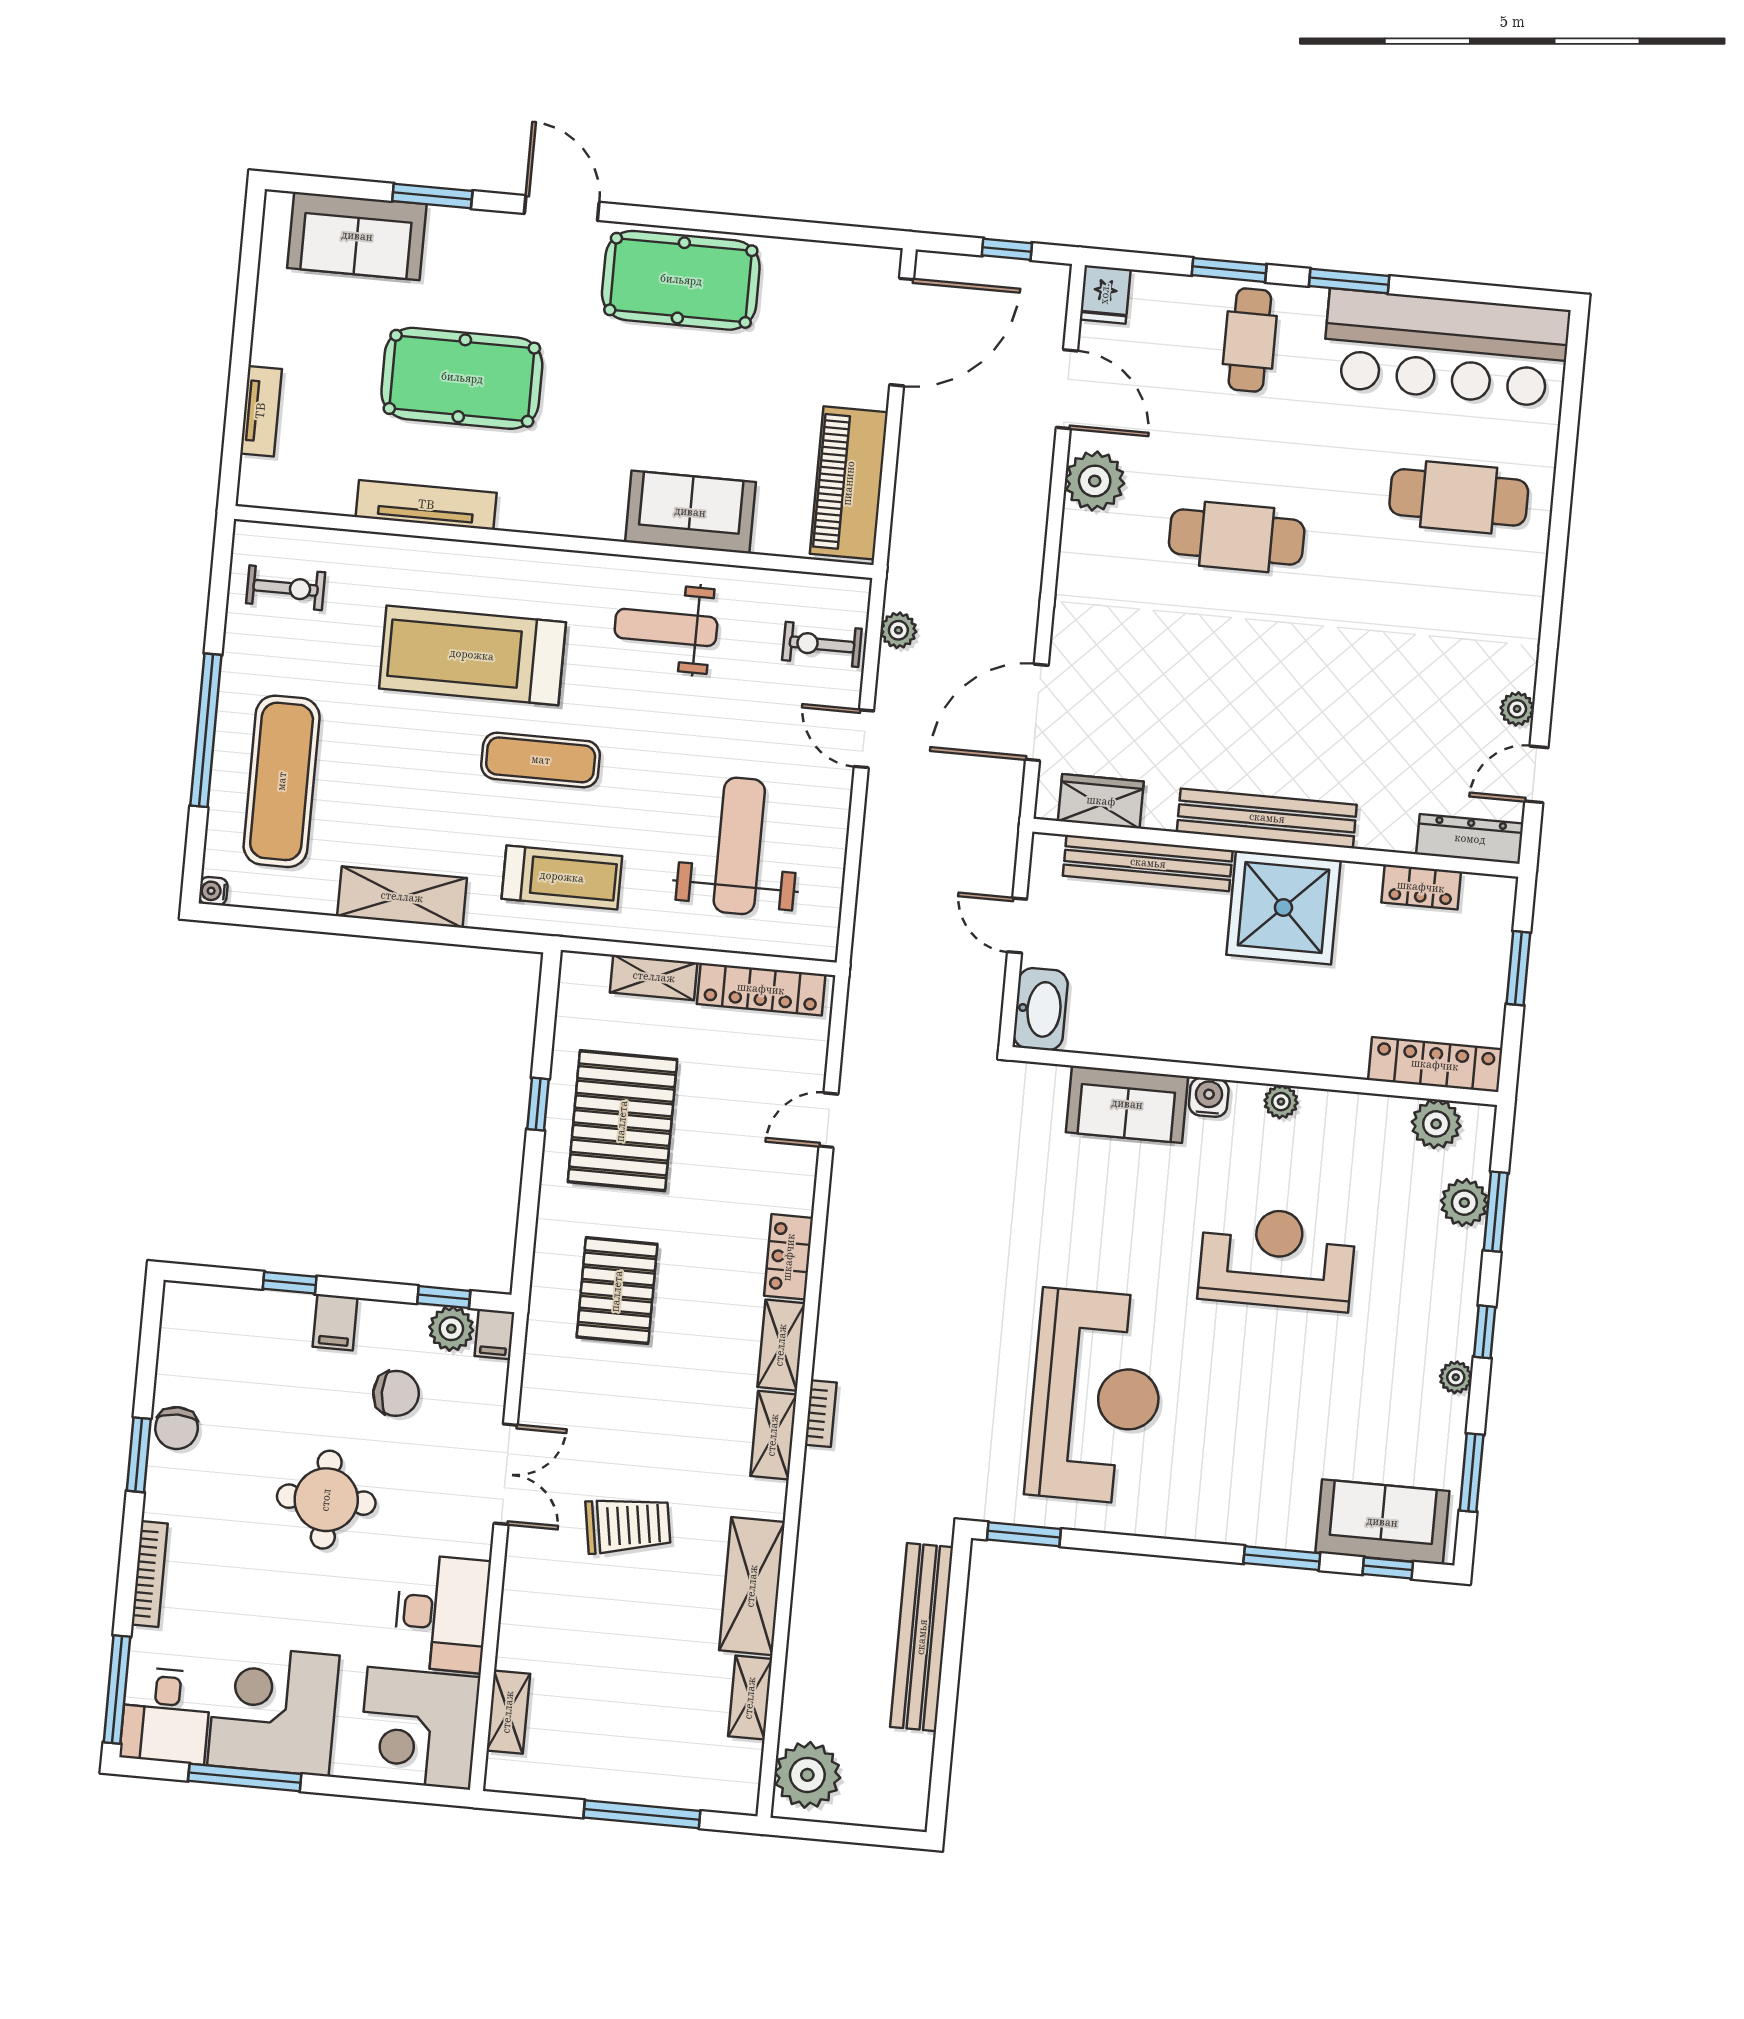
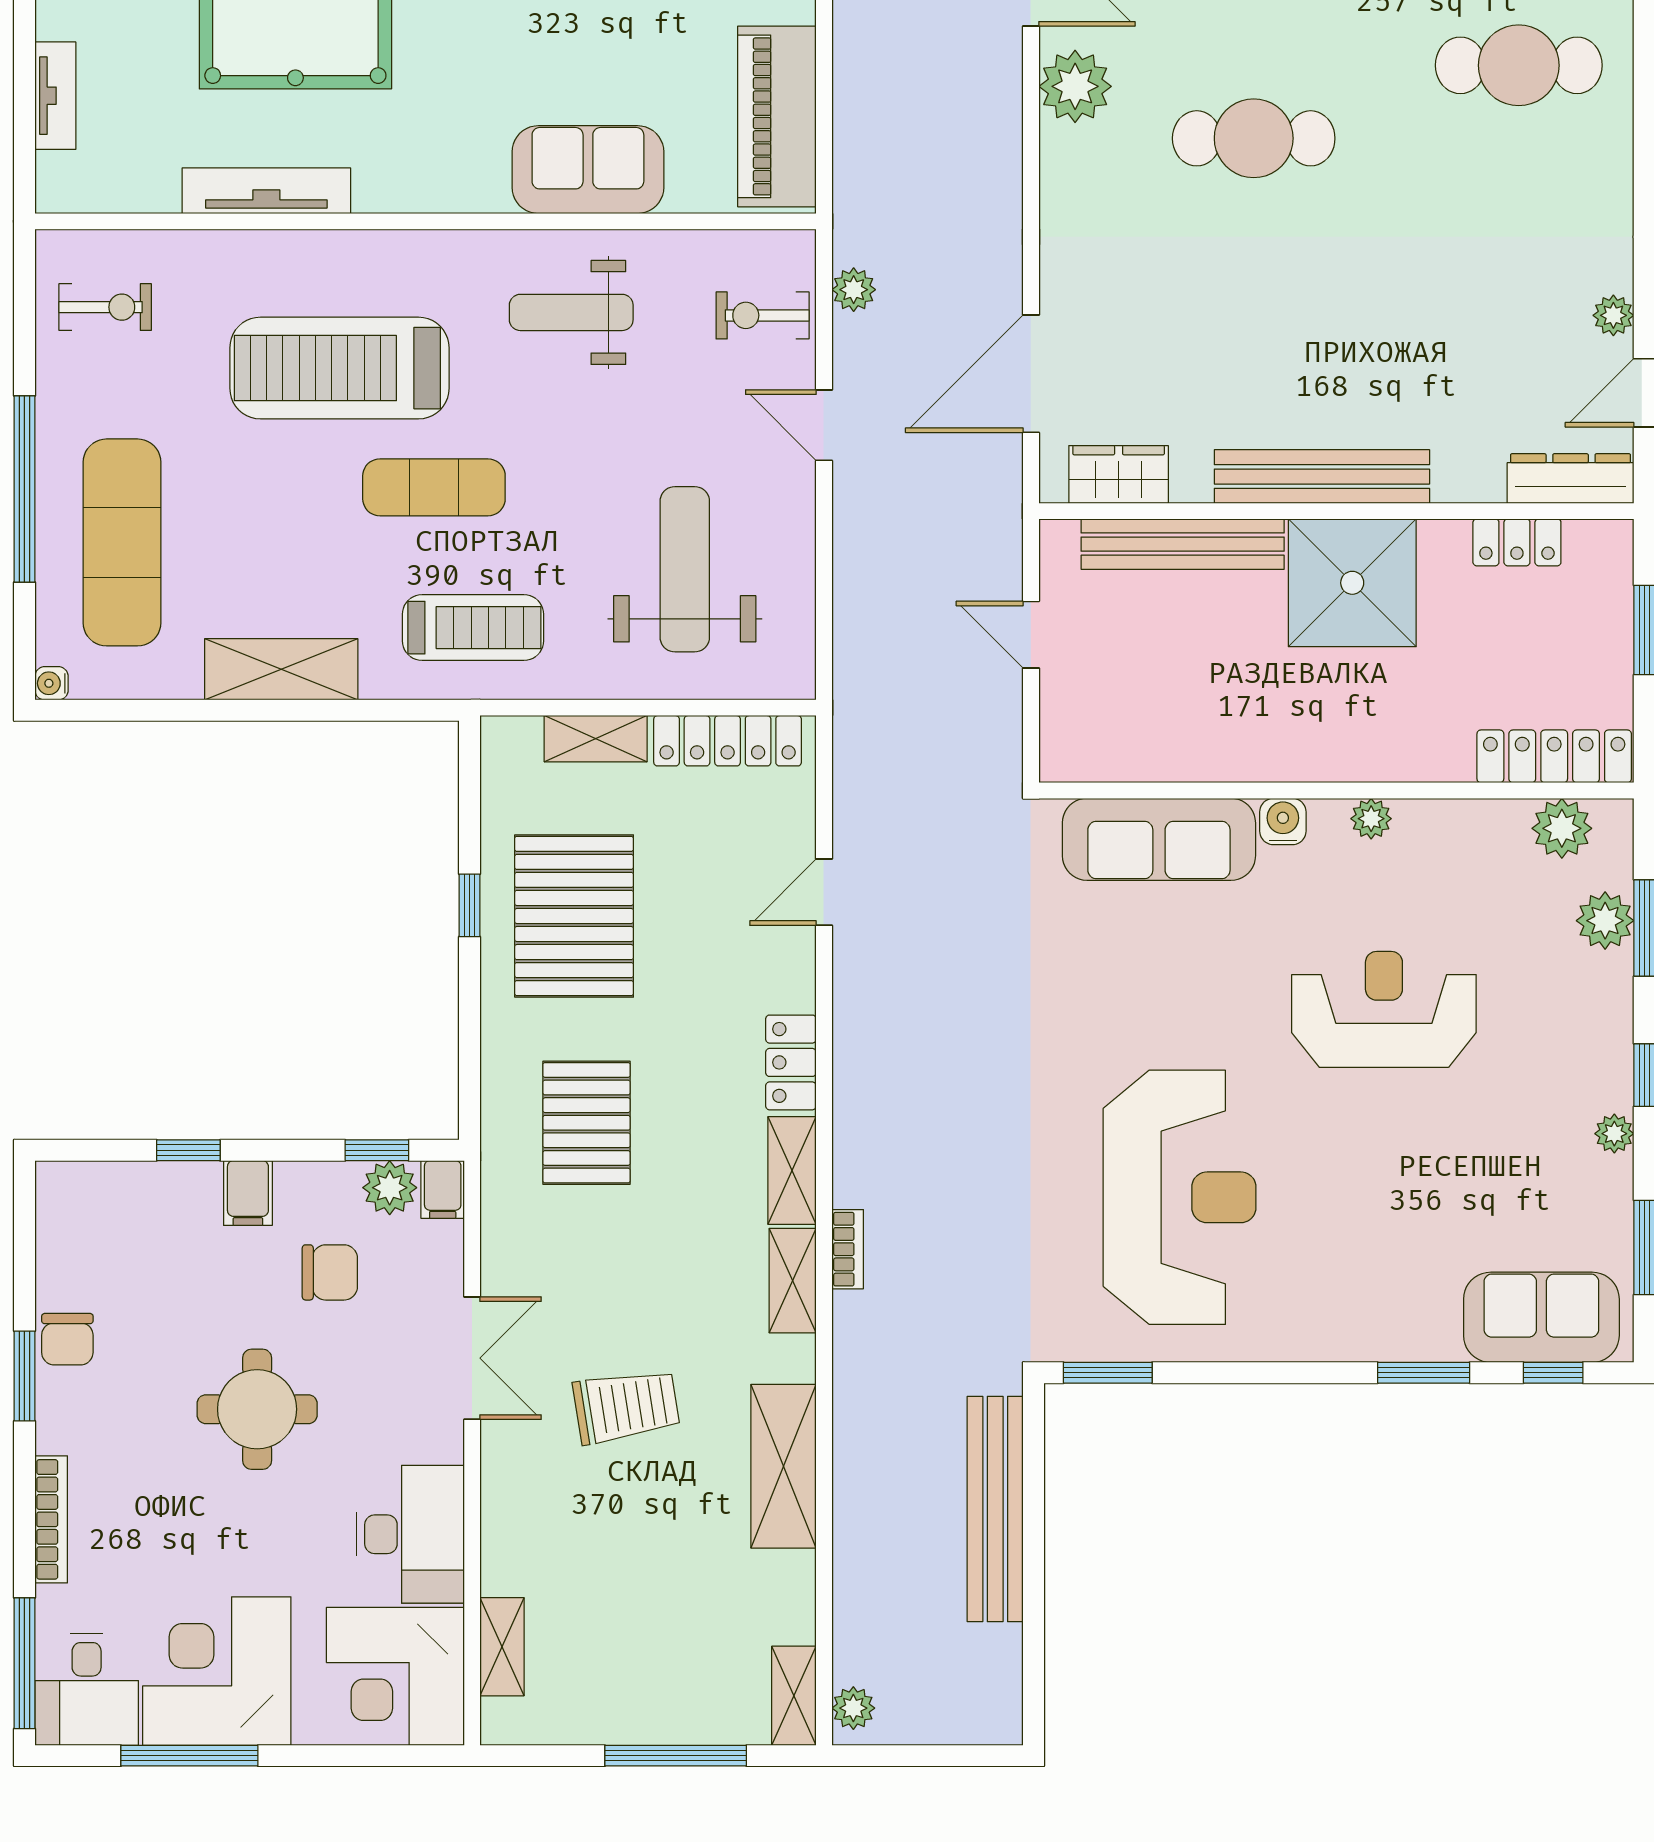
washbasin: (1041, 1009) -> (1069, 734), removed
sofa: (1127, 1104) -> (1159, 839), width x1.36
shelving: (750, 1698) -> (794, 1696), moved
plant: (807, 1775) -> (853, 1708), width x0.53, depth x0.53

